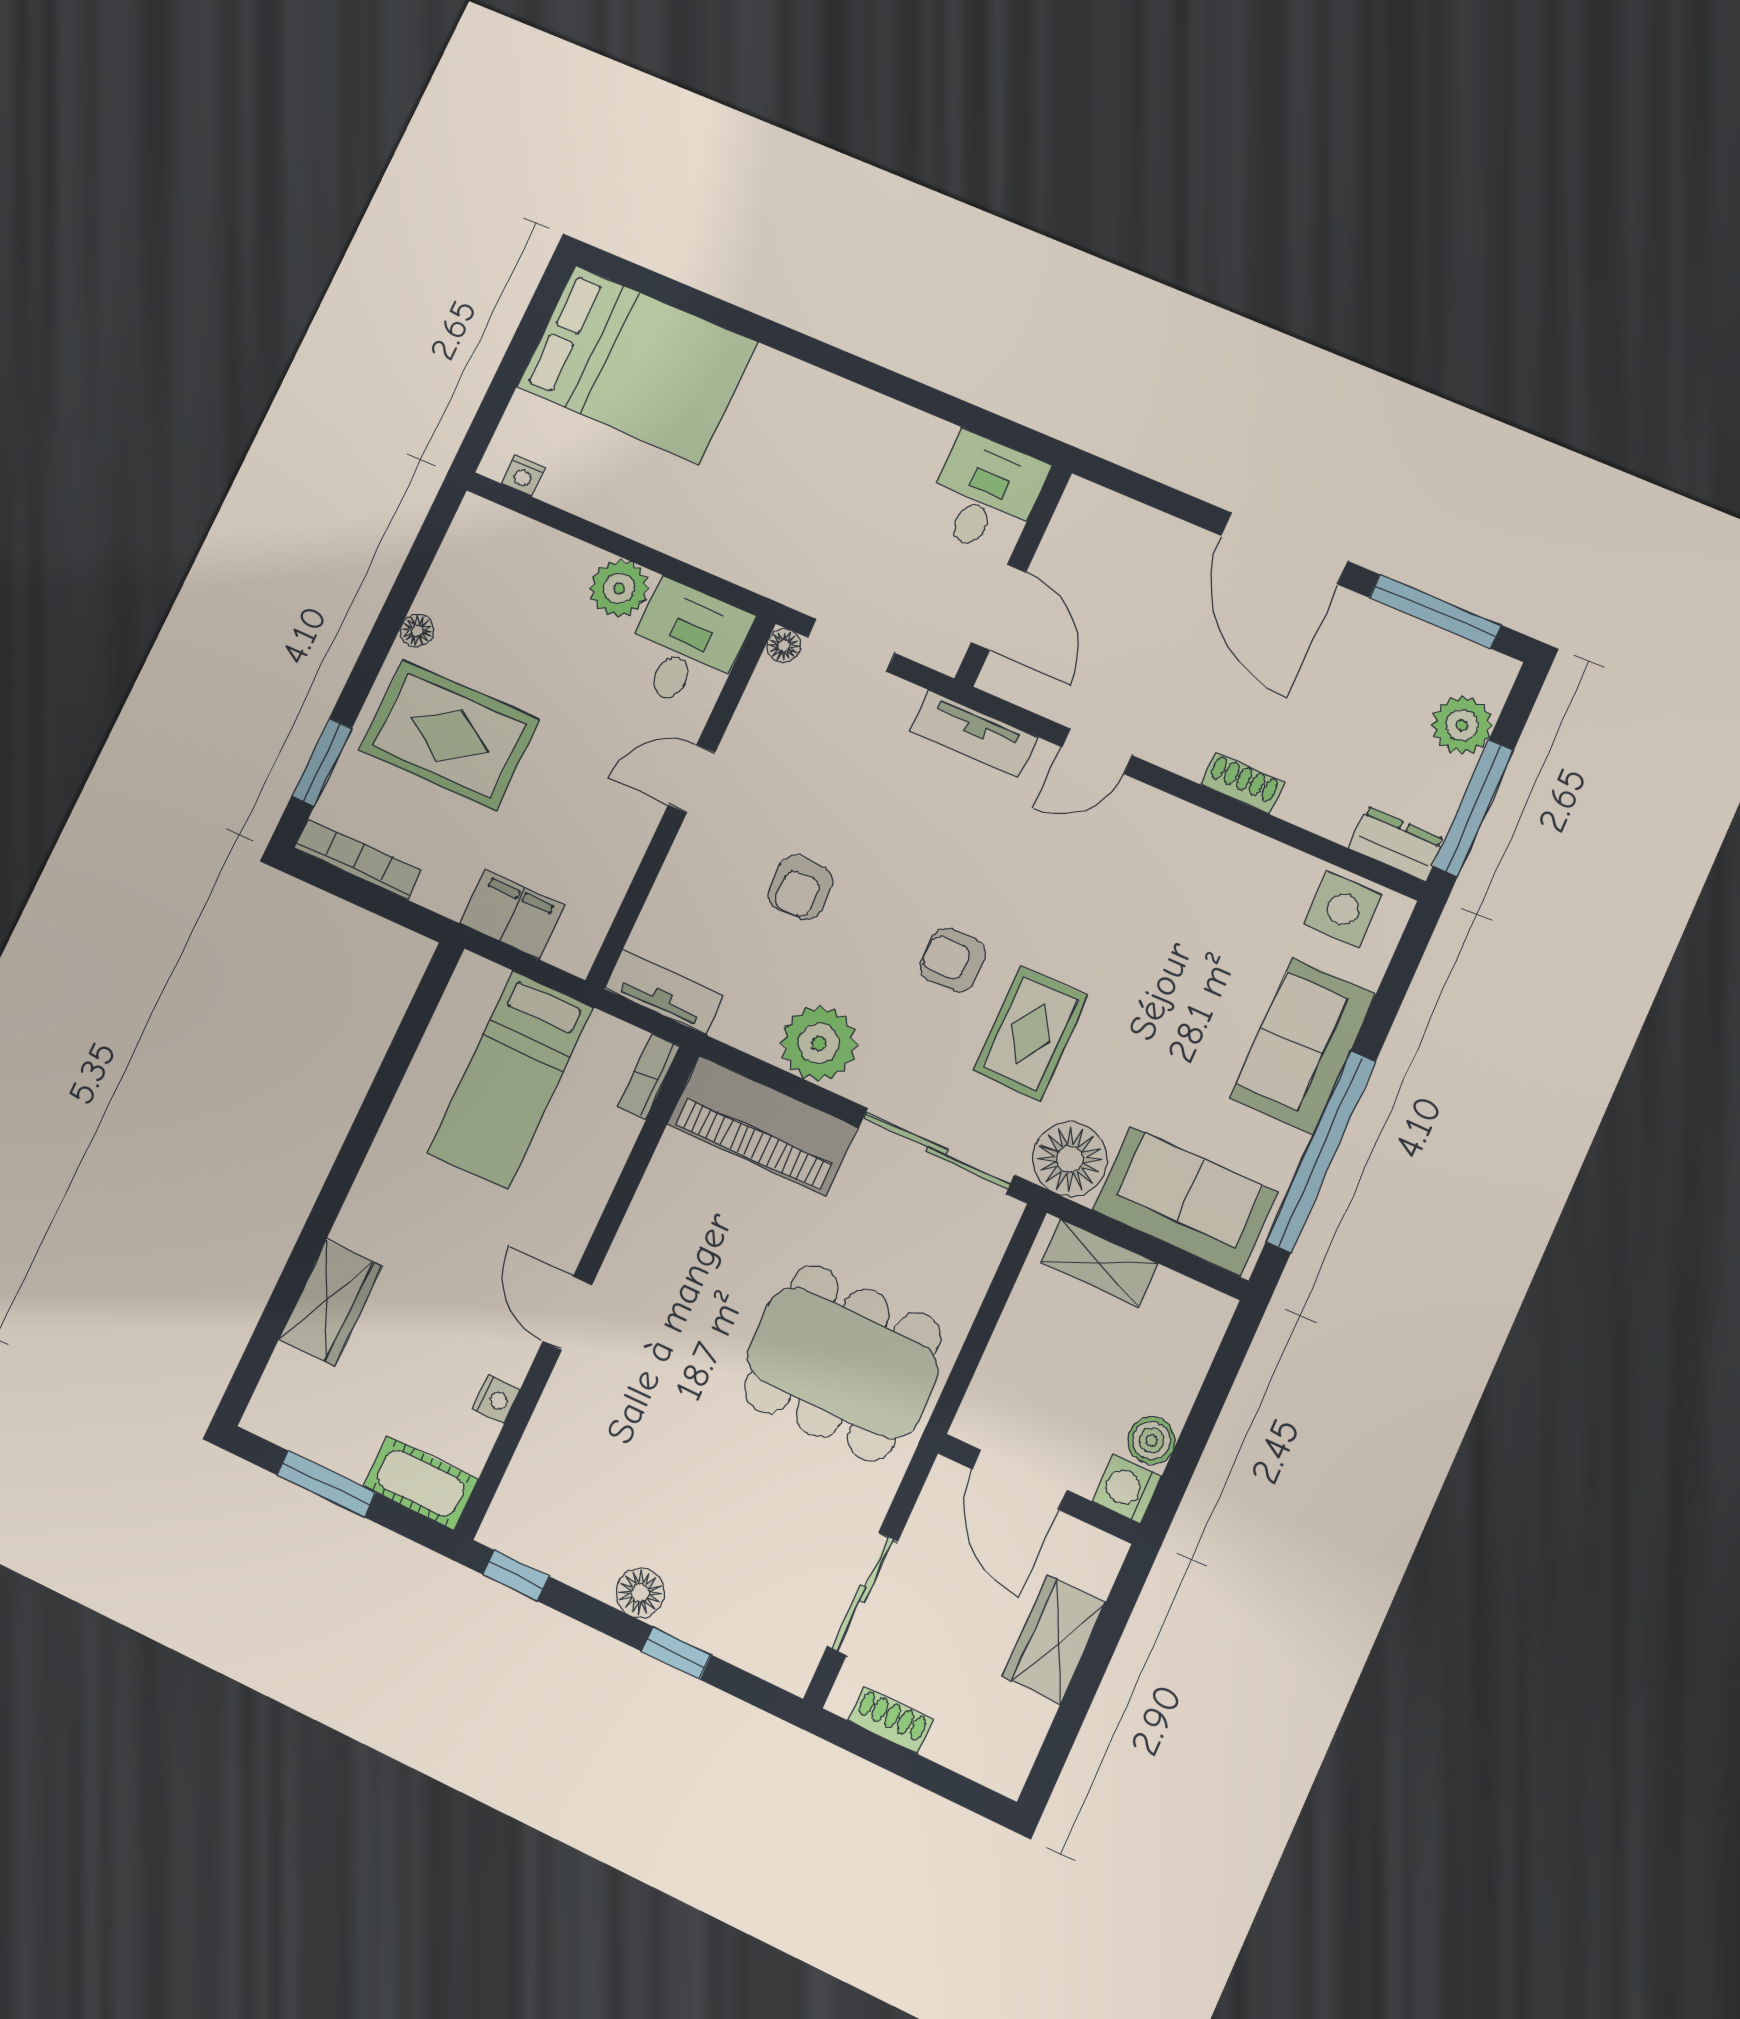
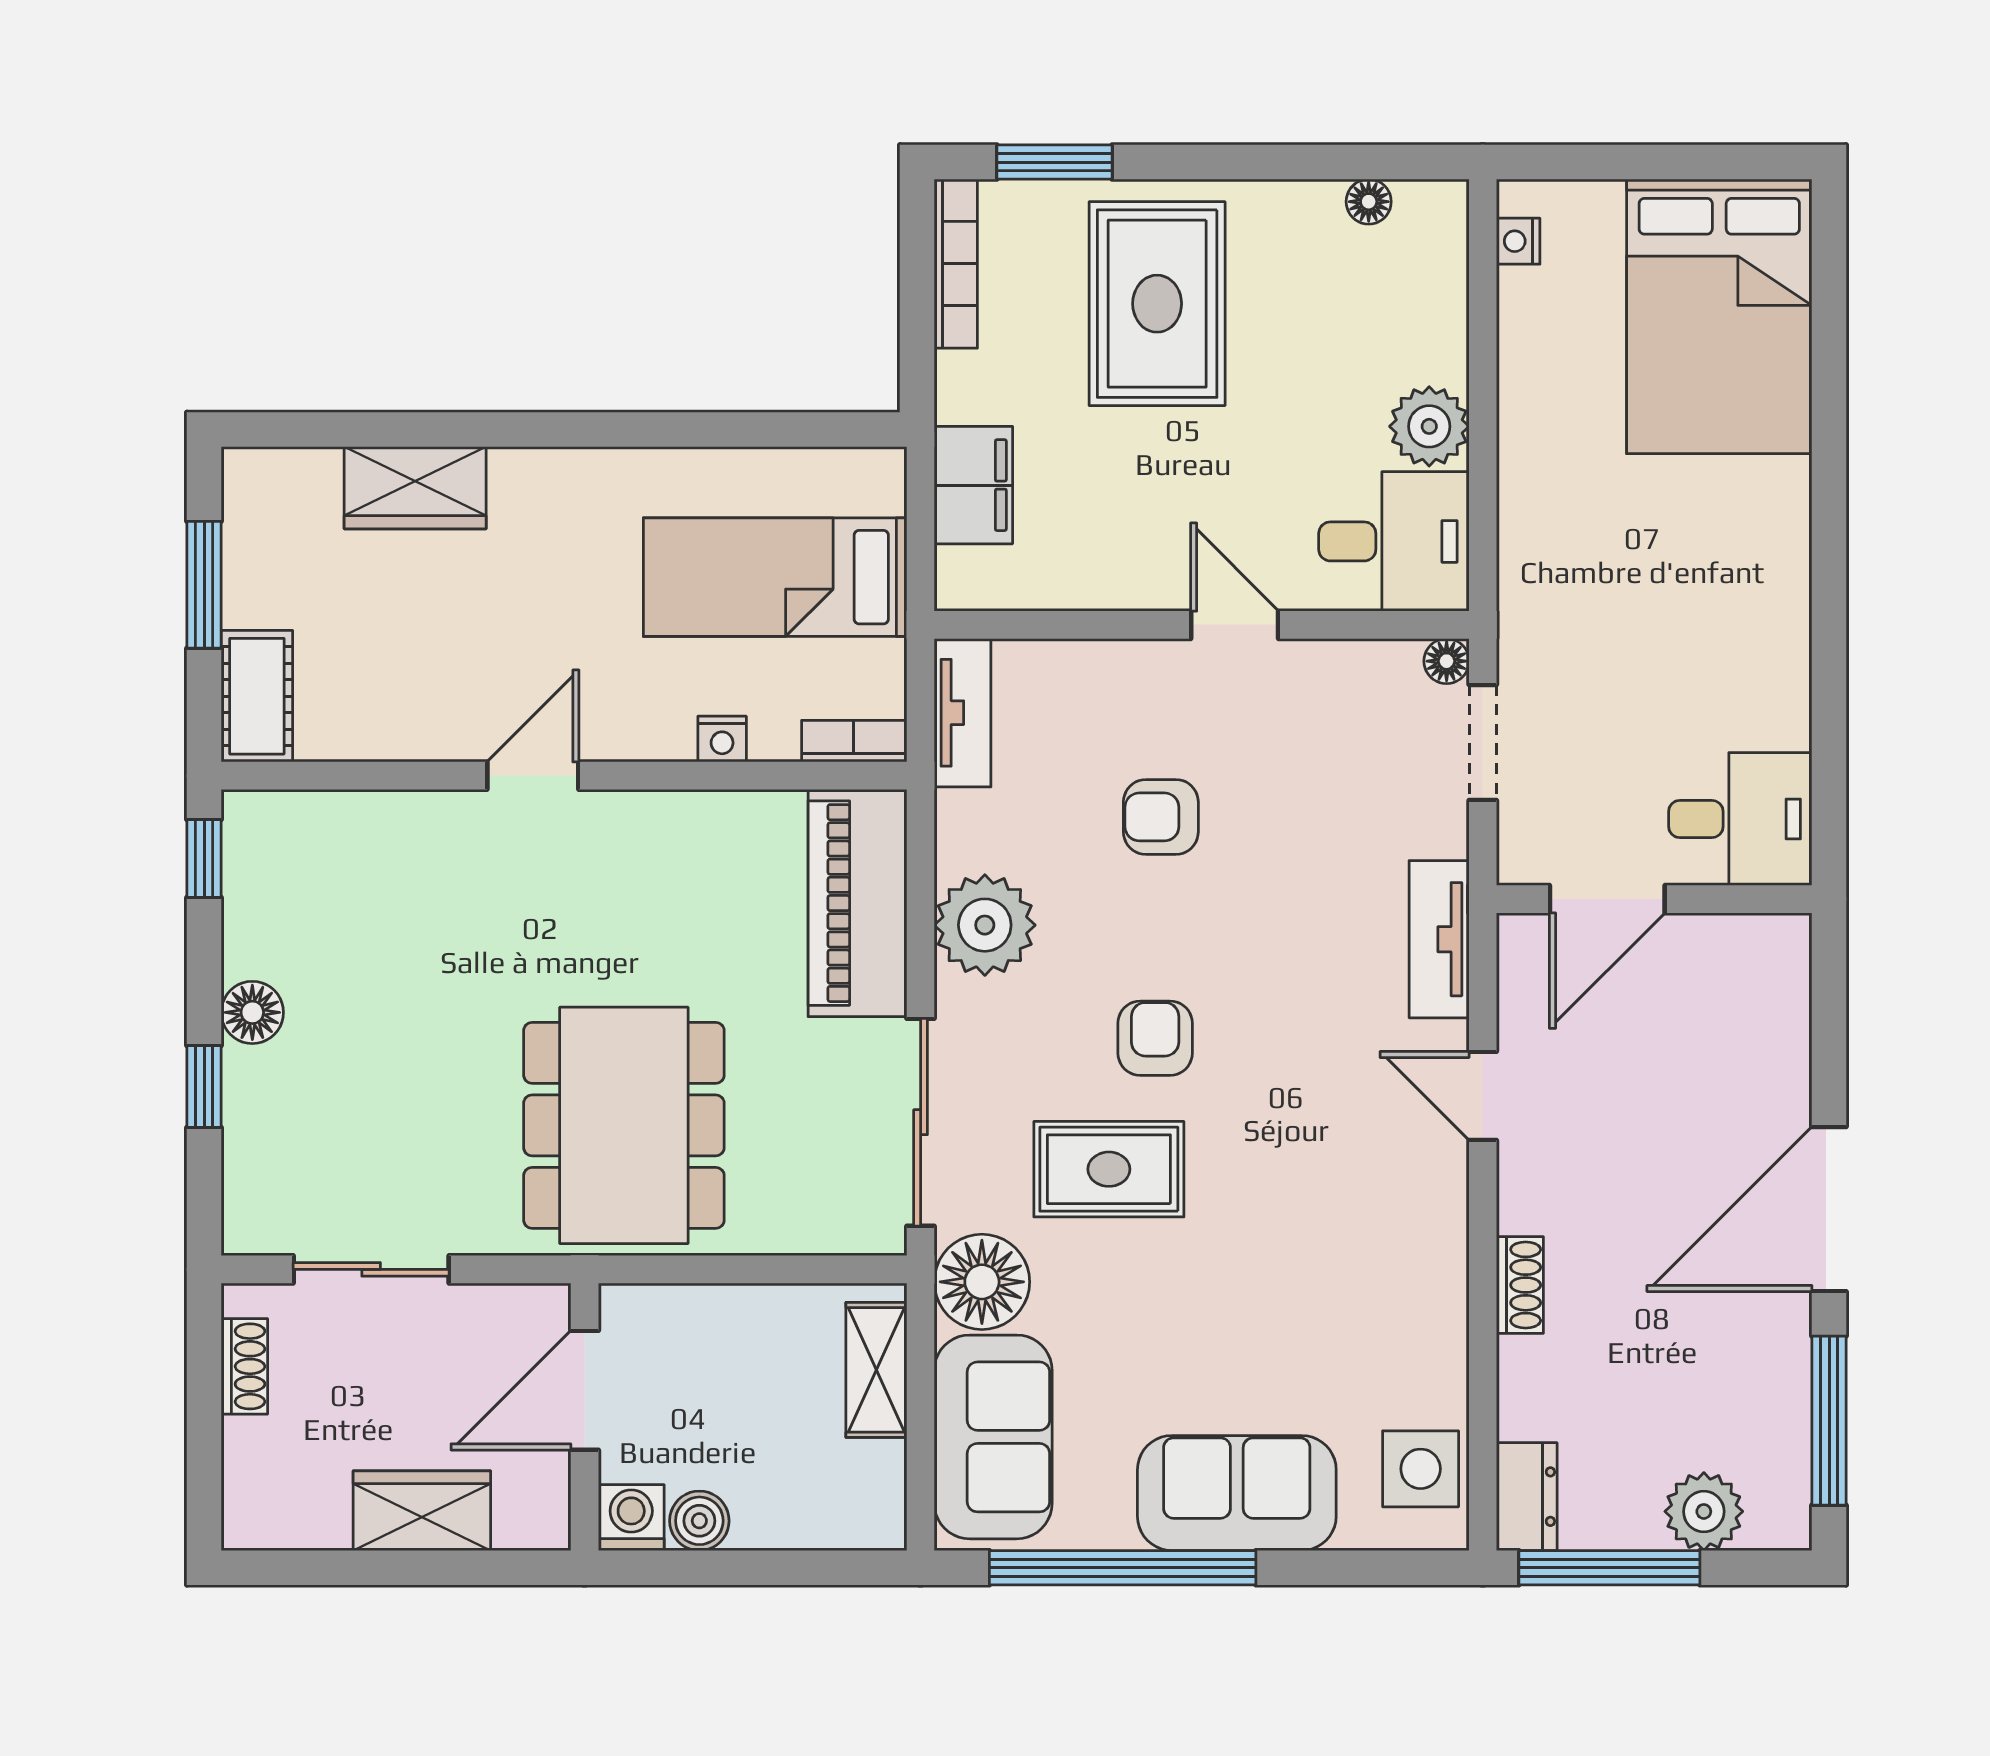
floor lamp: (417, 630) -> (1369, 202), moved
nightstand: (496, 1399) -> (722, 739), moved

